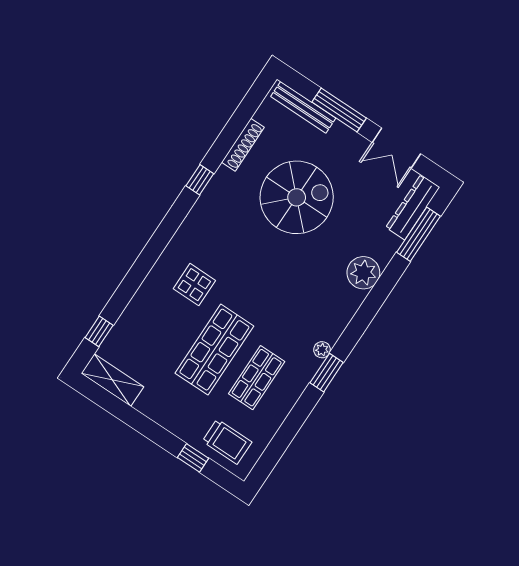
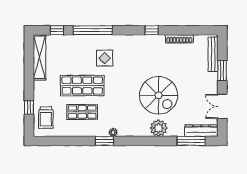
window: (339, 110) -> (222, 71), width x0.69
spiral stairs: (297, 197) -> (159, 95), moved
window: (137, 274) -> (93, 30), added
shelving: (112, 380) -> (40, 57), width x1.47

